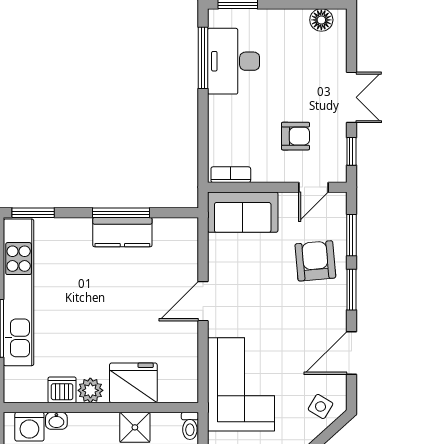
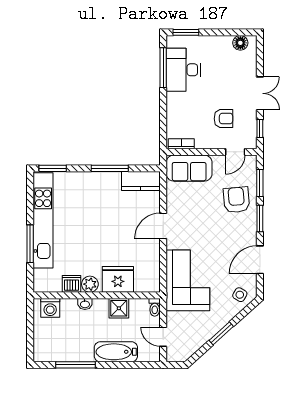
kitchen counter: (122, 232) -> (141, 181), moved
washbasin: (56, 421) -> (85, 304), moved

